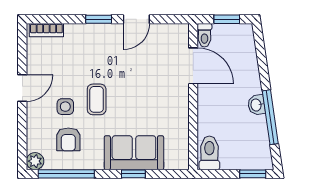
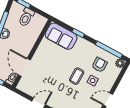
sofa: (134, 153) -> (61, 36), moved
toilet: (209, 153) -> (26, 17), moved

